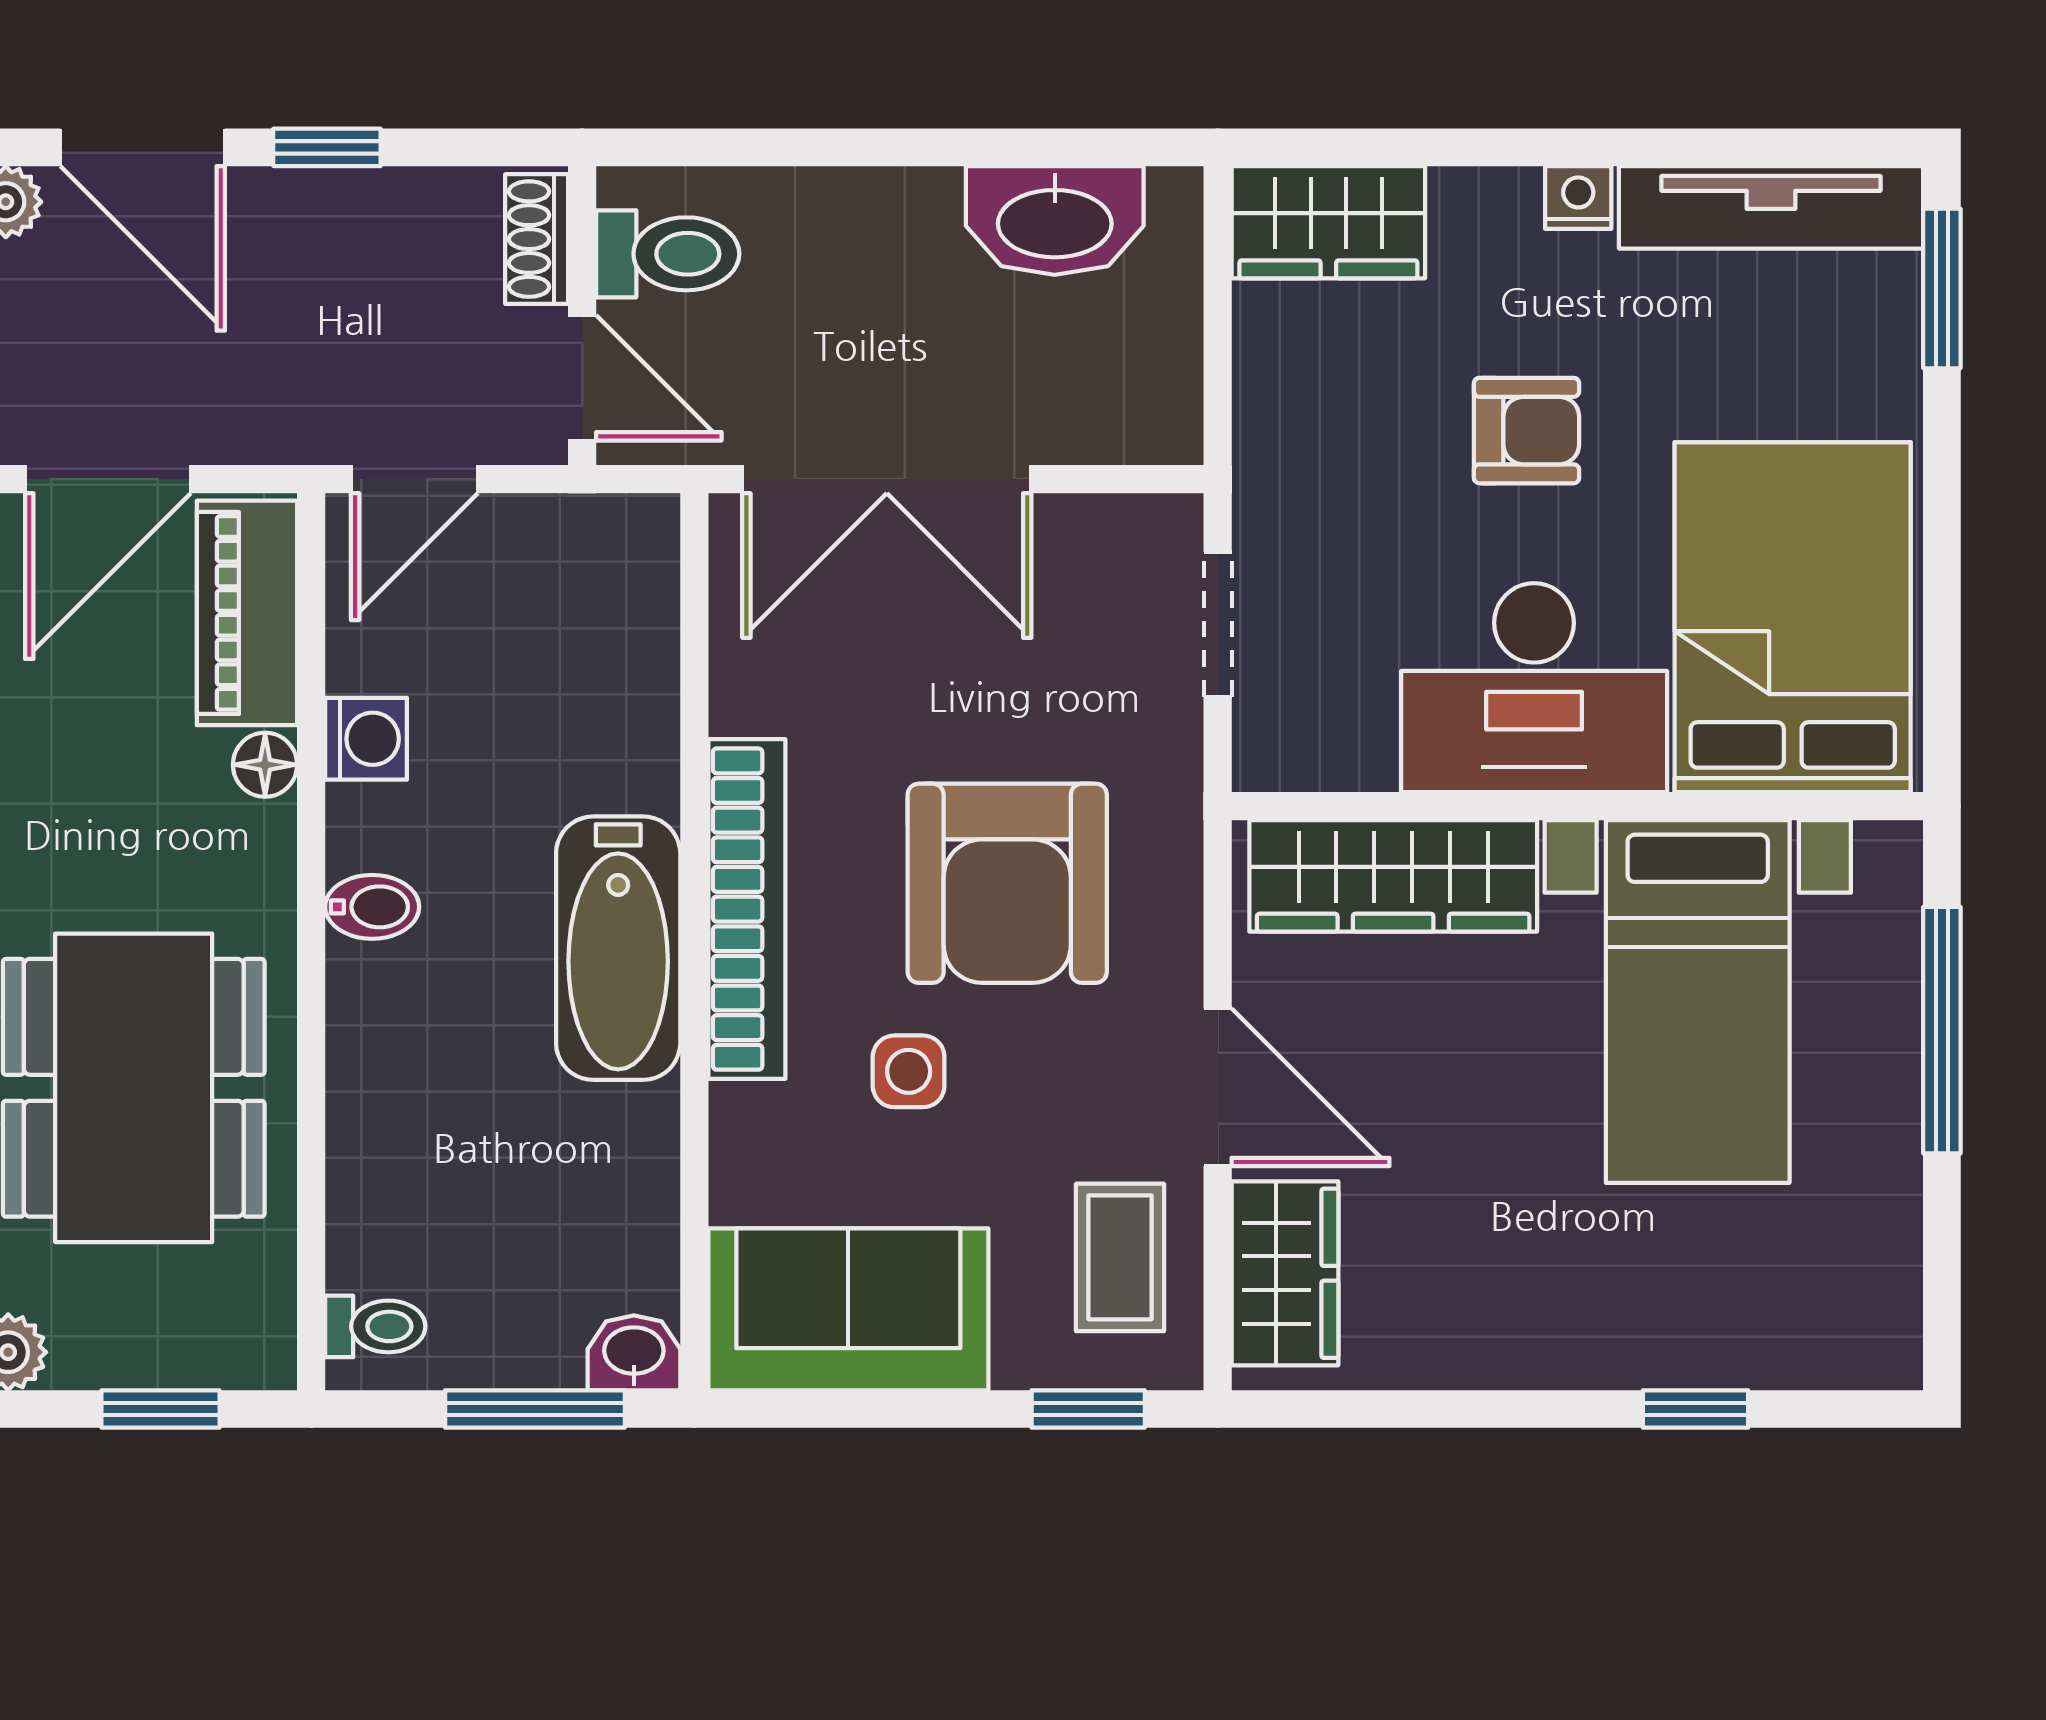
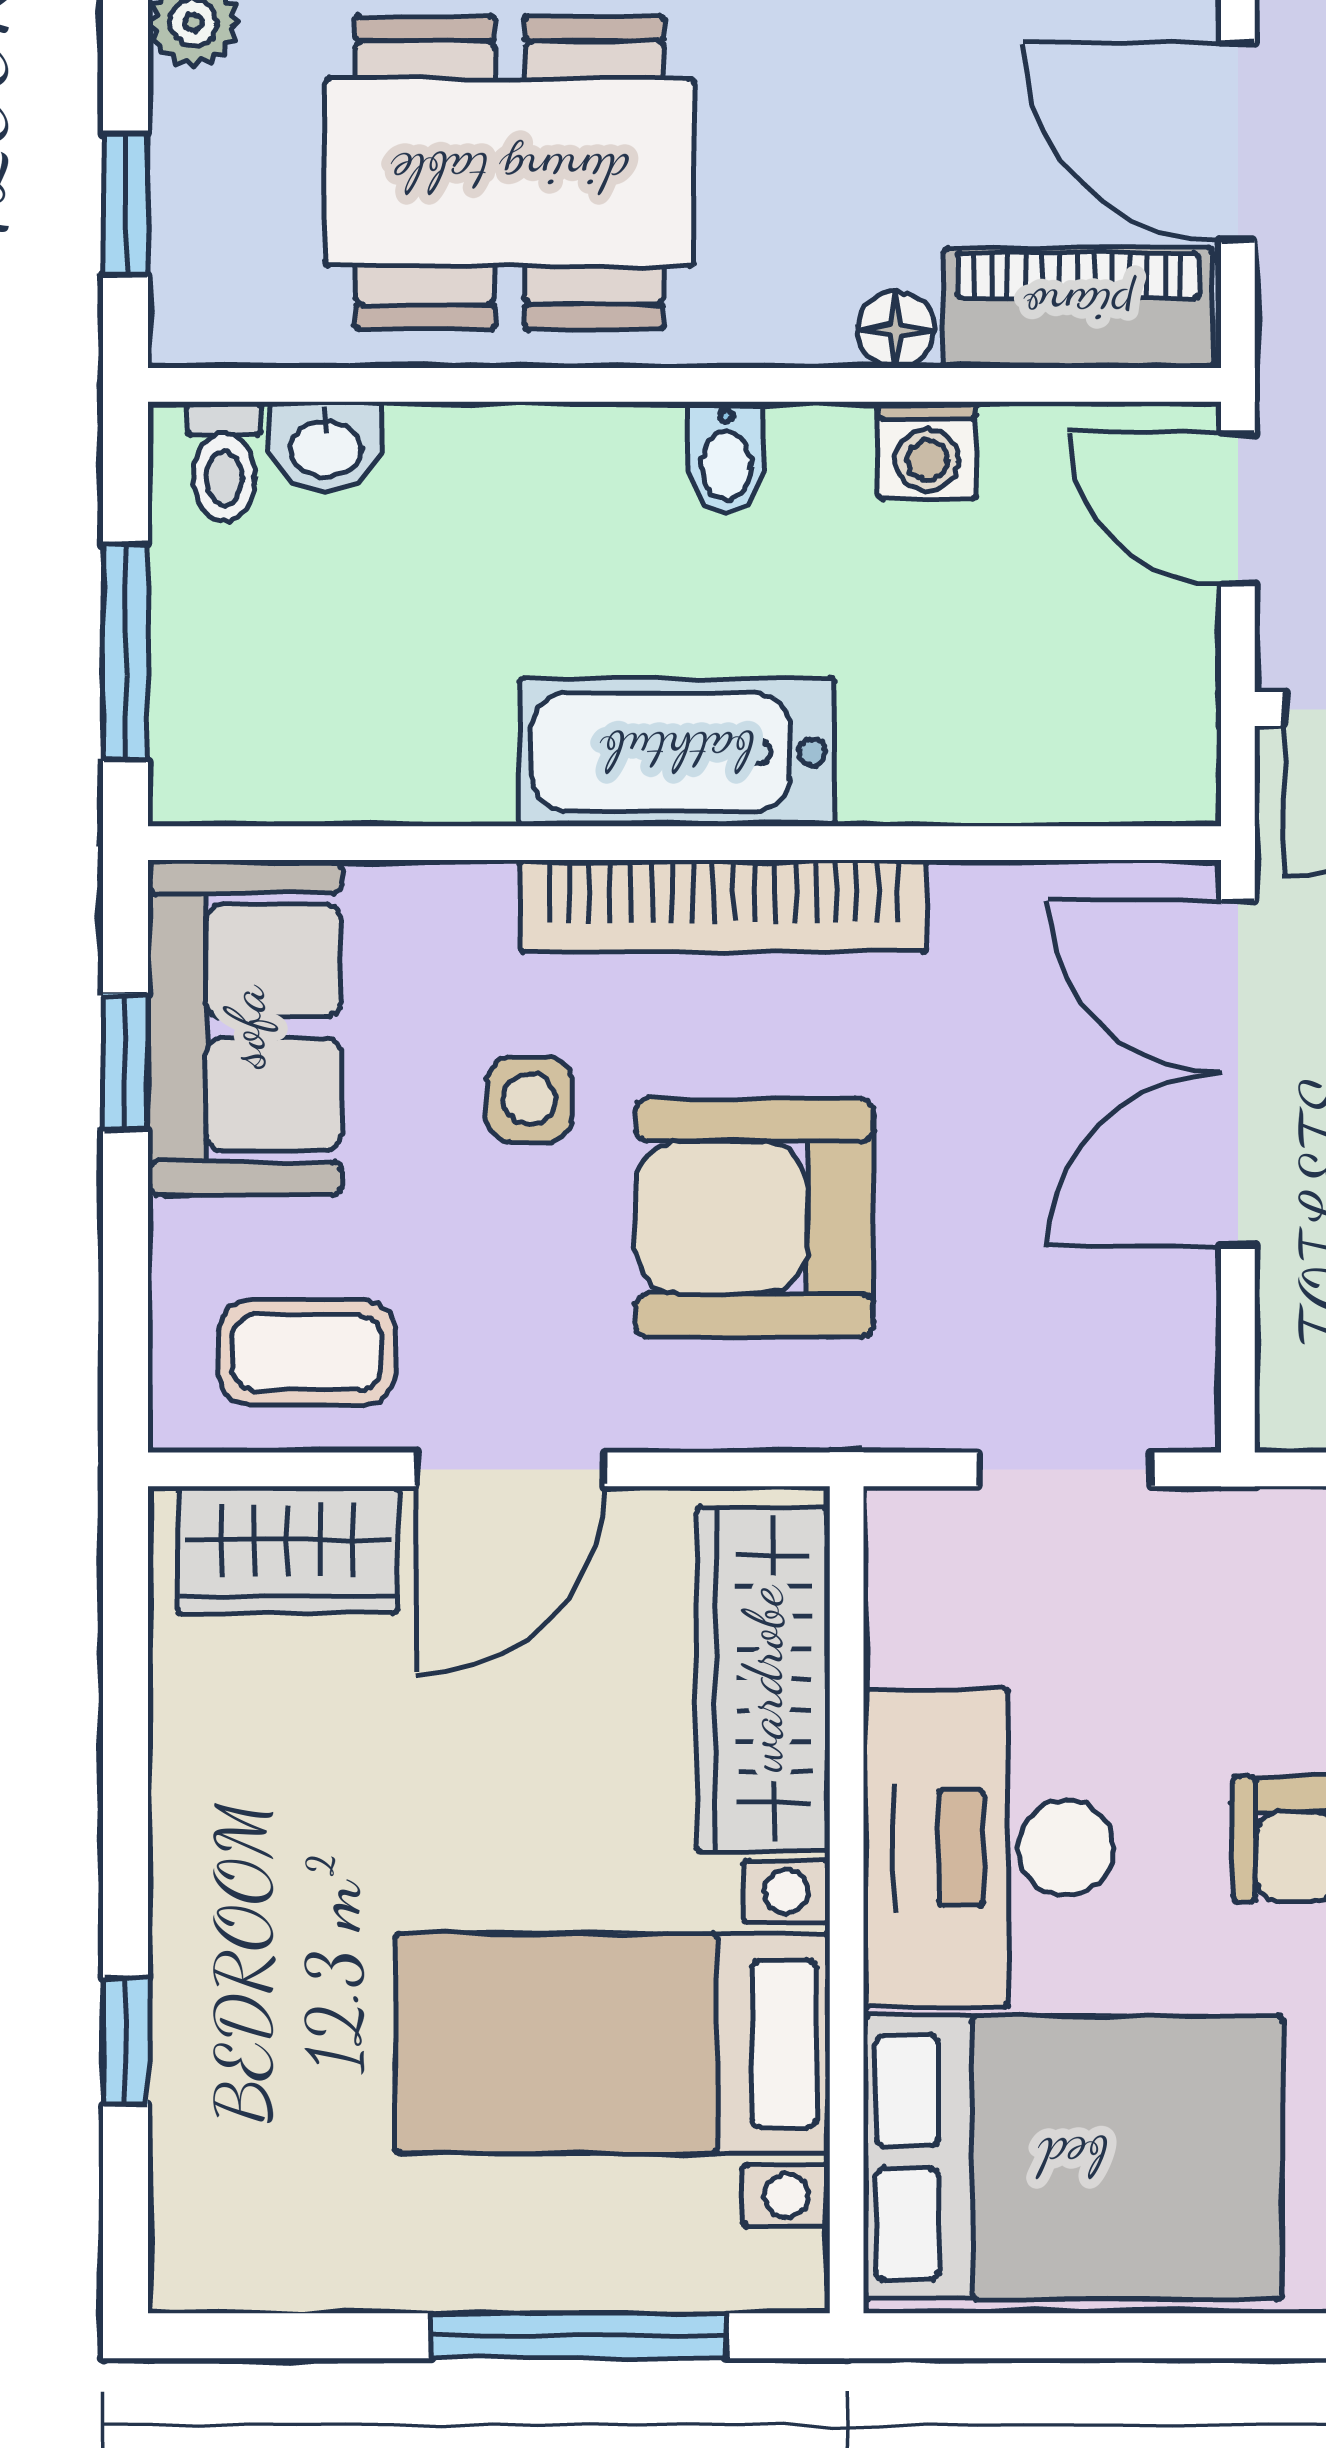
washbasin: (634, 1353) -> (325, 446), moved, turned 90
window: (1088, 1409) -> (125, 1062), moved

